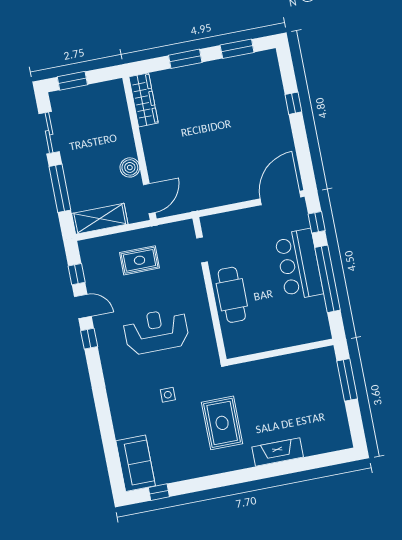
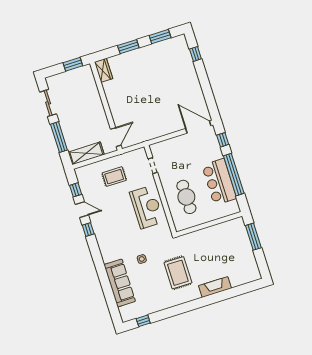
window: (72, 81) -> (73, 64), moved
wardrobe: (144, 100) -> (103, 70), width x0.67
window: (293, 103) -> (195, 54), moved
boiler: (130, 167) -> (101, 119), removed
door: (280, 198) -> (198, 127), hinge flipped
bar counter: (299, 264) -> (219, 182), moved
cafe table: (232, 295) -> (186, 197), moved
reception desk: (156, 331) -> (147, 207), moved, turned 90
sofa: (136, 463) -> (120, 283), moved, width x1.36

